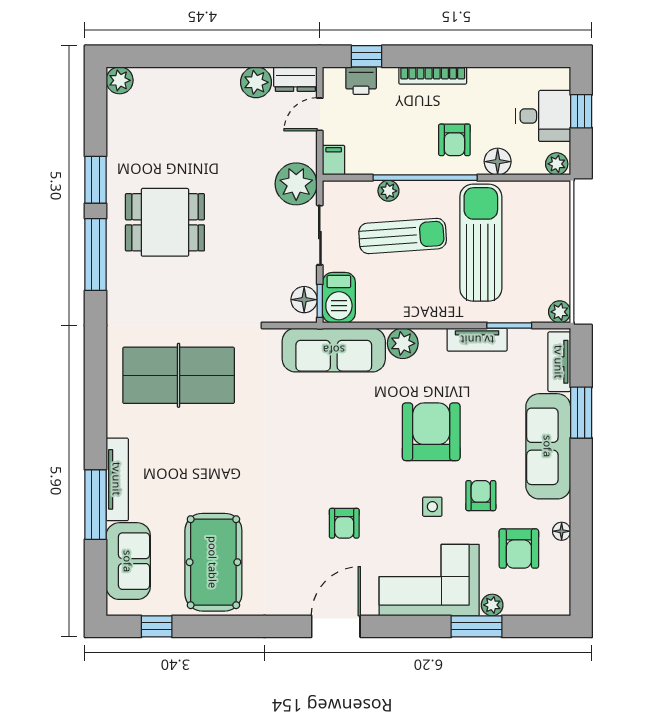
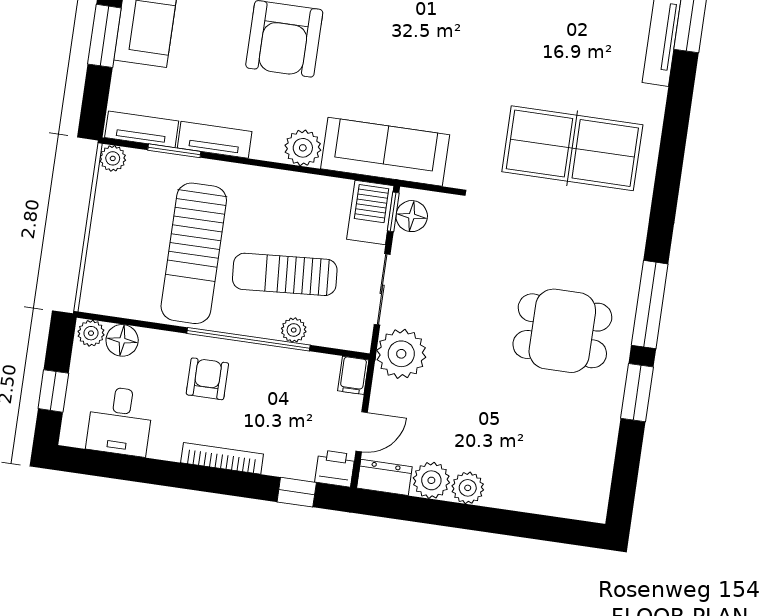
plant: (120, 80) -> (468, 488), moved
printer: (361, 81) -> (335, 468), moved
desk: (543, 116) -> (120, 421), moved, turned -90
floor lamp: (498, 162) -> (122, 340), moved
tv unit: (559, 362) -> (142, 129), moved, turned -90

